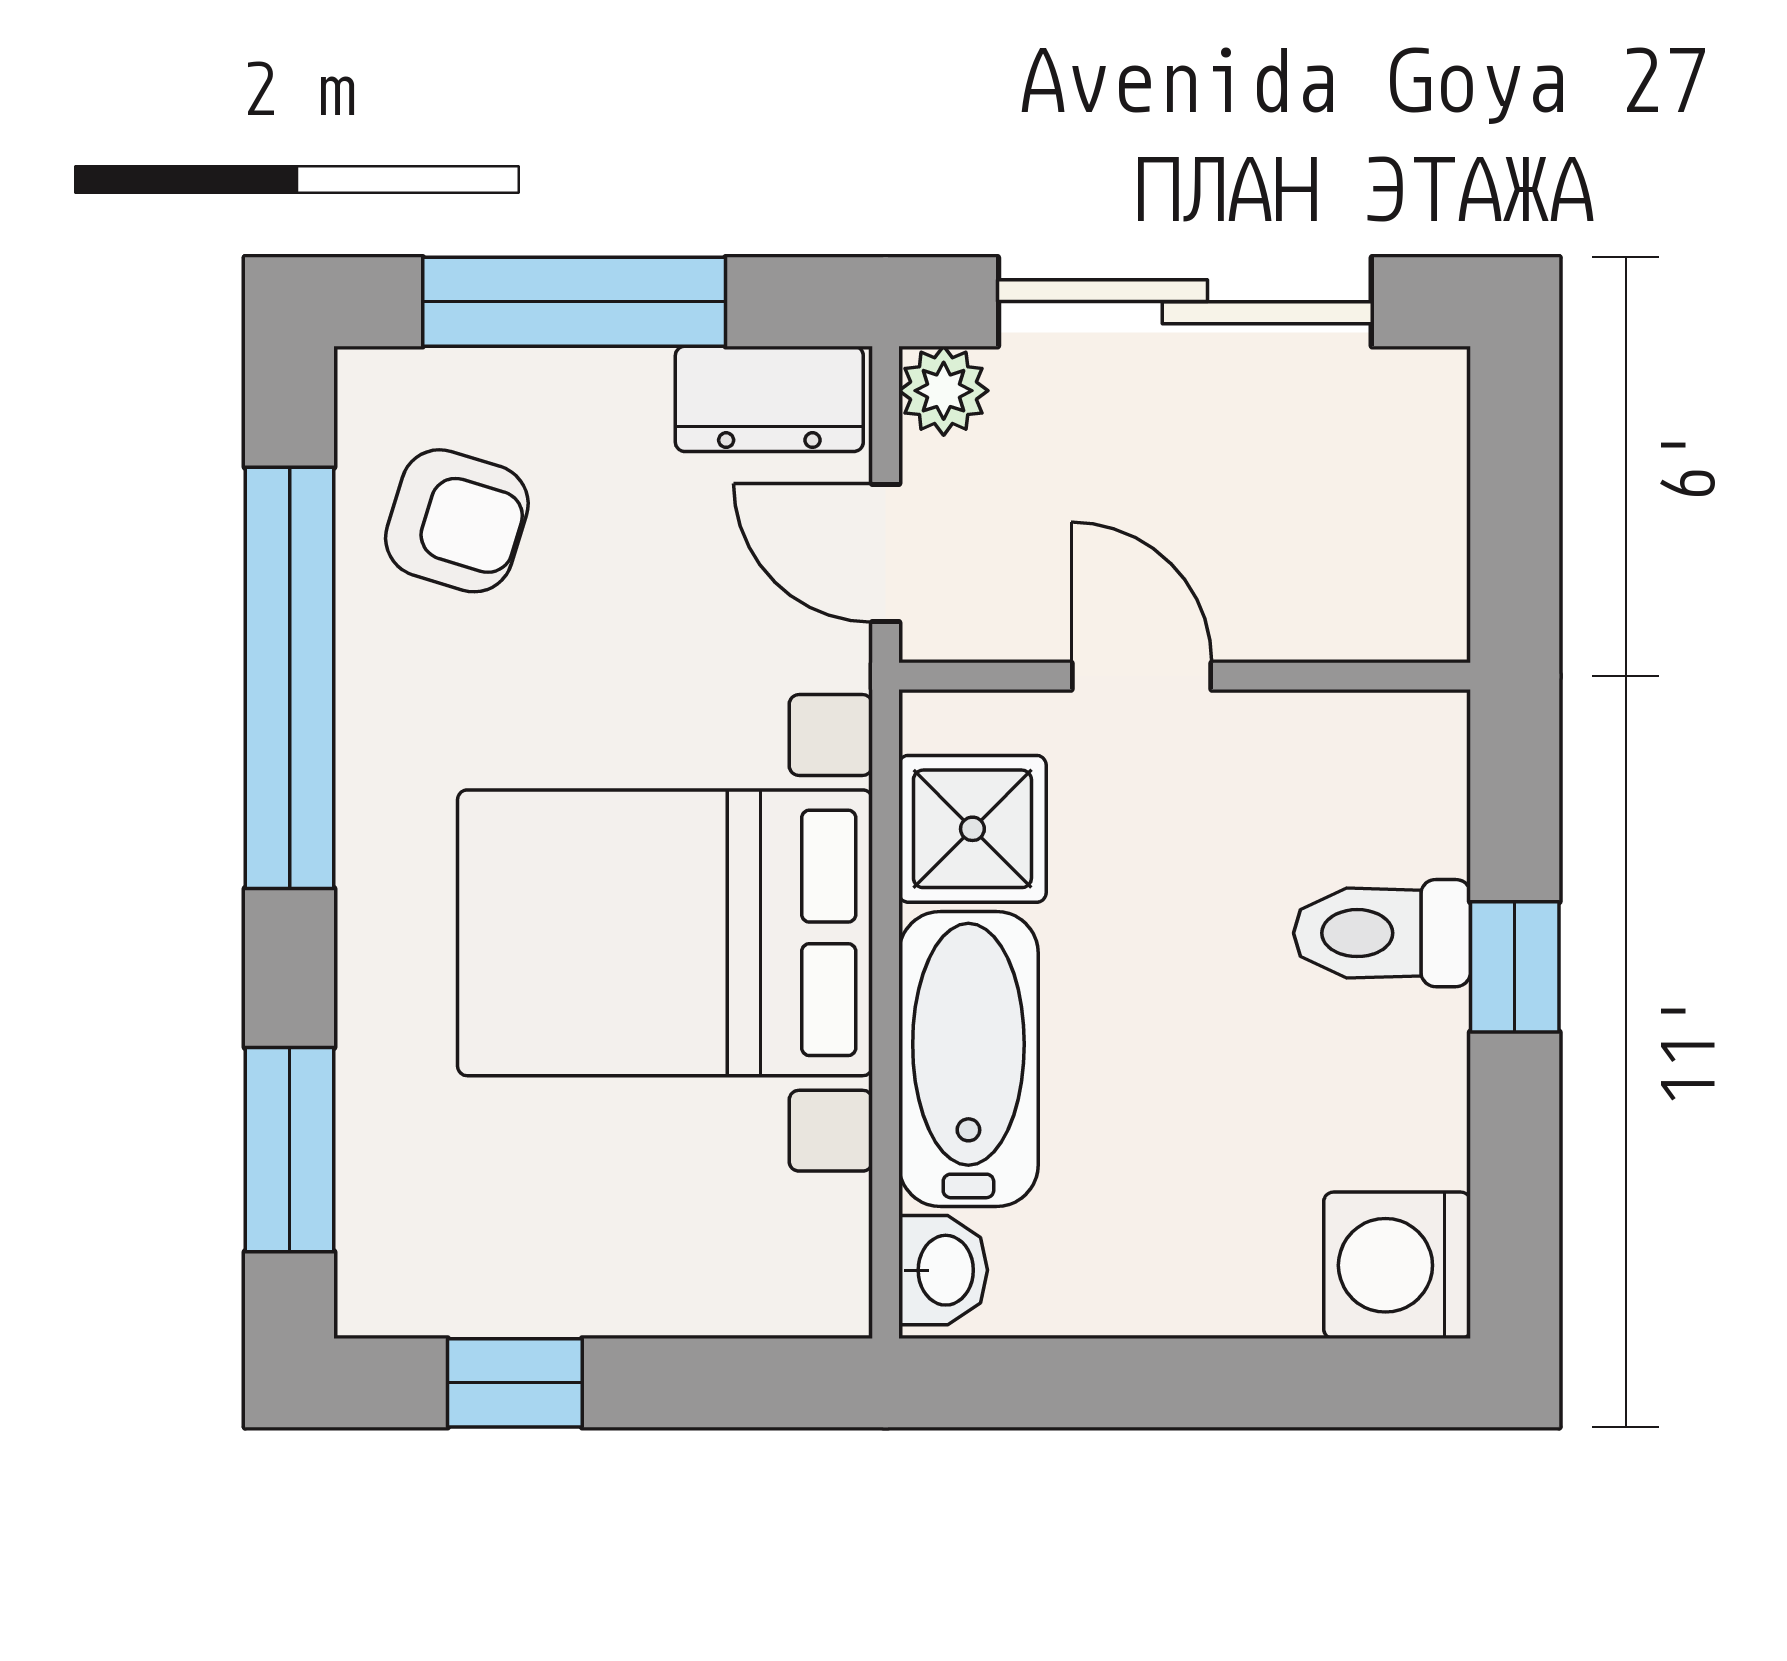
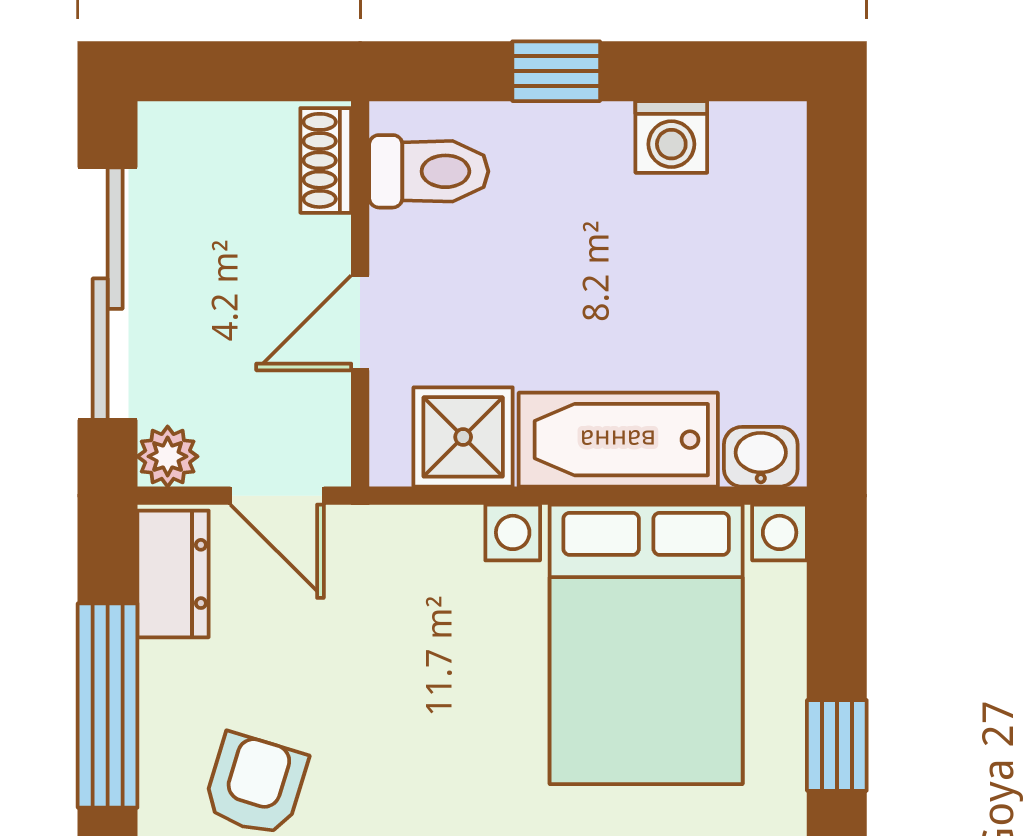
door: (886, 553) -> (277, 496), hinge flipped
shoe rack: (1382, 625) -> (326, 160), added
bed with nightstands: (665, 933) -> (646, 644), moved
toilet: (1382, 933) -> (429, 171), moved, turned -90
washing machine: (1397, 1265) -> (671, 137), moved, width x0.73, depth x0.73

